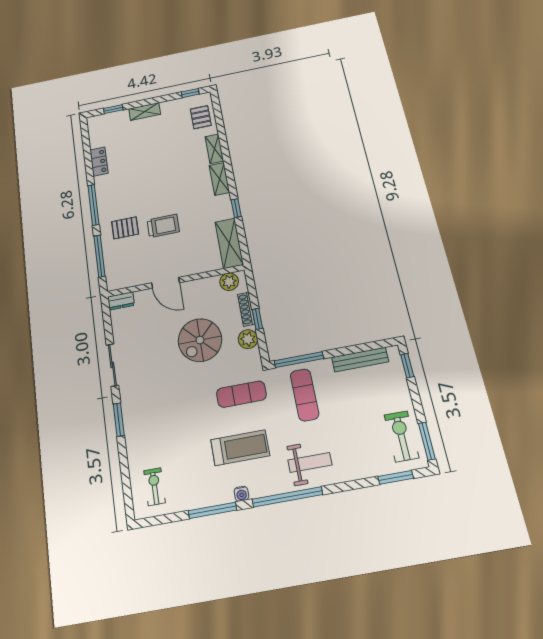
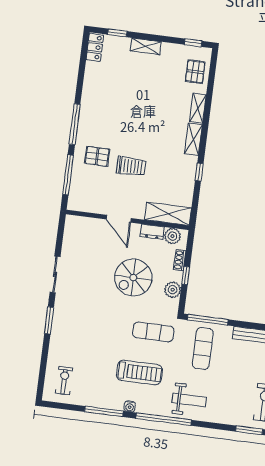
locker: (99, 162) -> (95, 47), moved
shelving: (229, 243) -> (168, 214), moved, turned 90
dresser: (121, 301) -> (152, 232), moved
shoe rack: (246, 309) -> (180, 260), width x0.70

